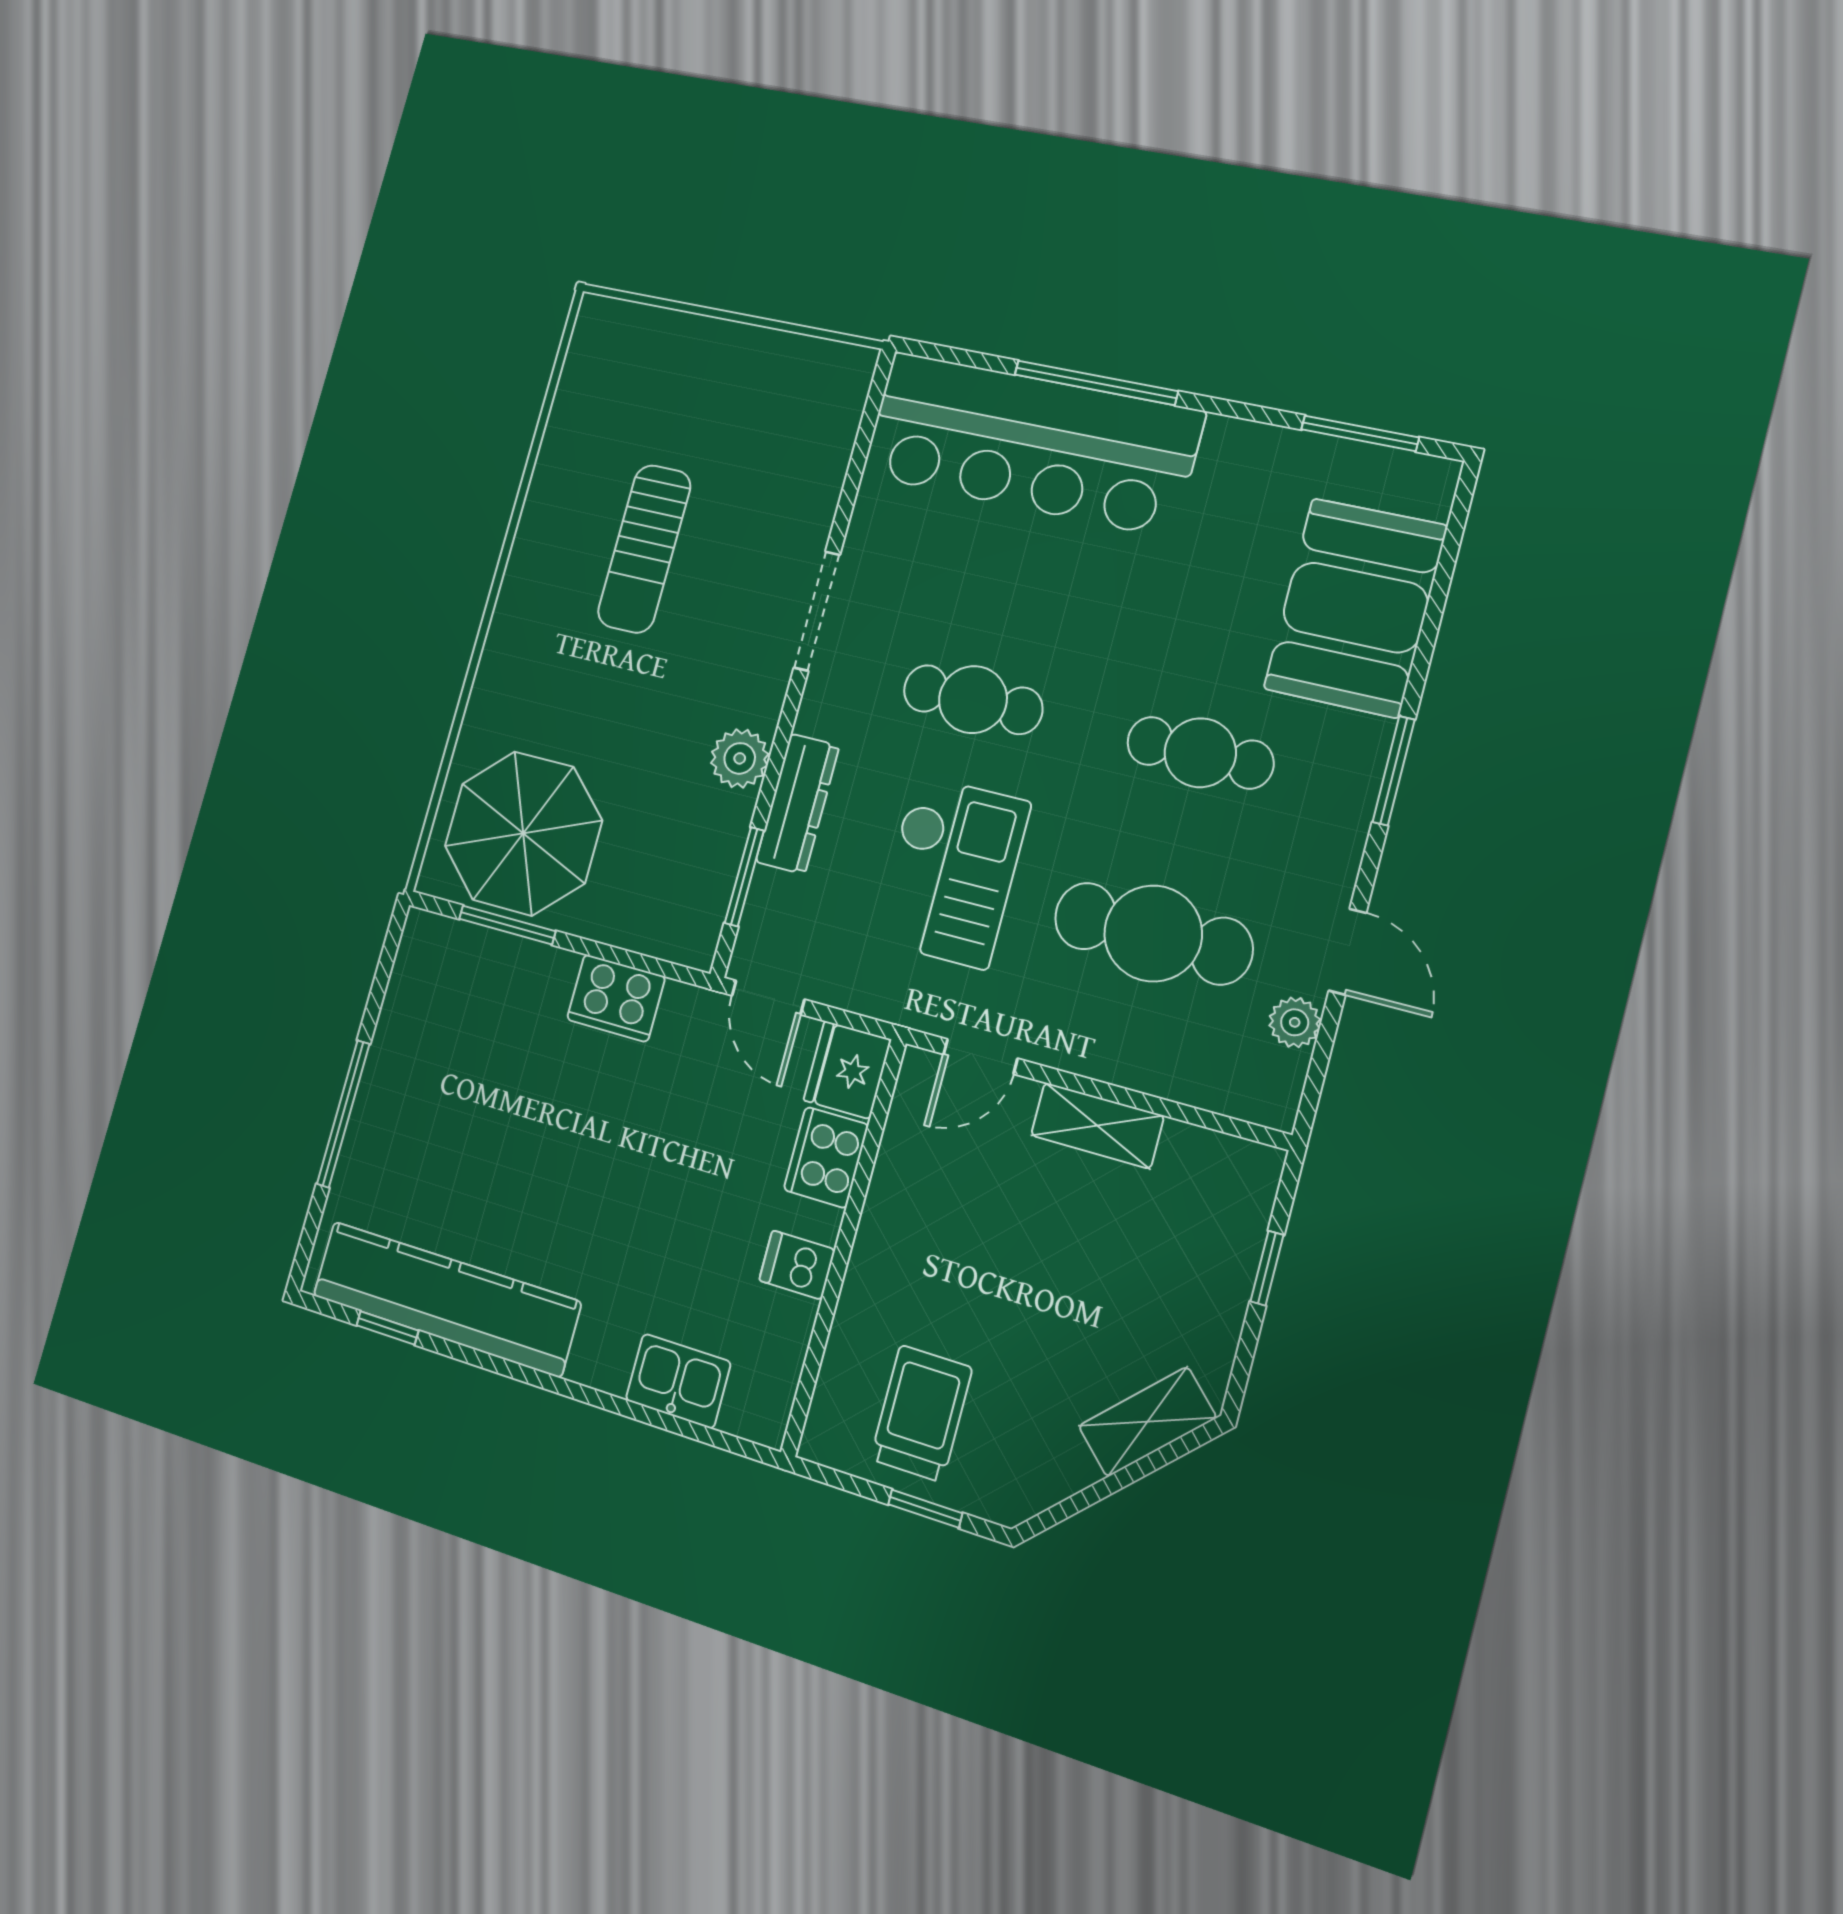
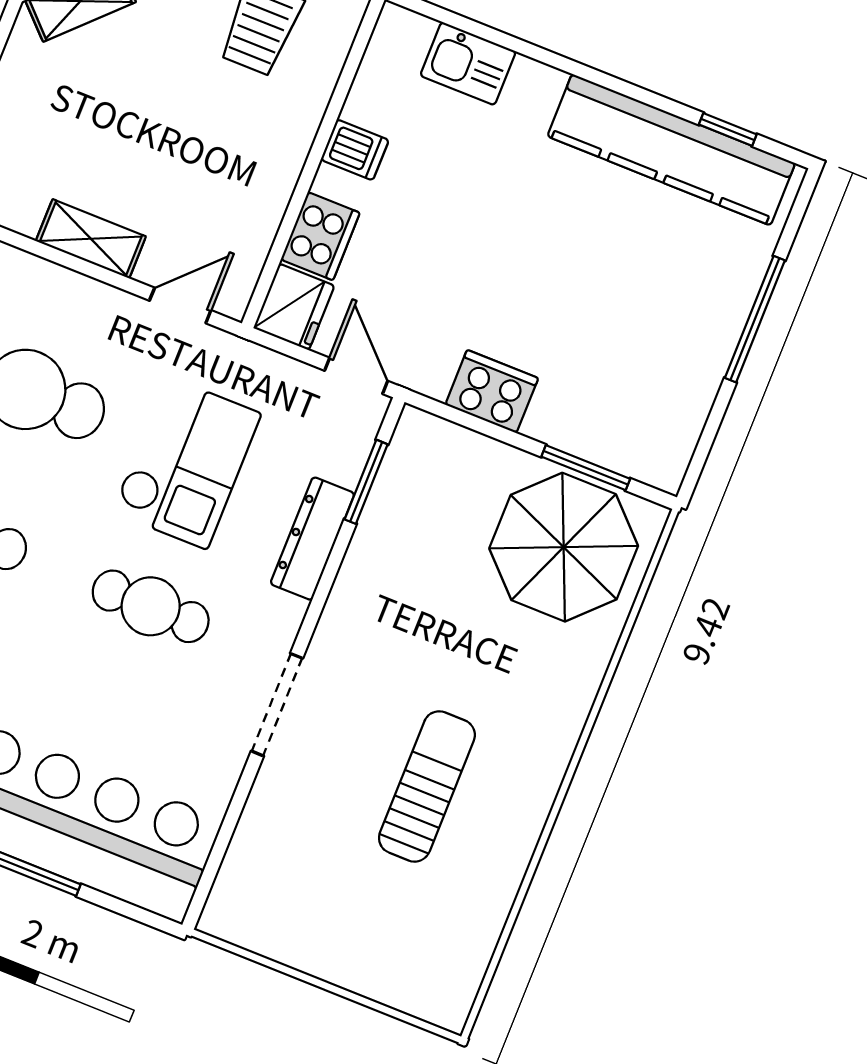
plant: (740, 758) -> (359, 585), removed
checkout: (951, 871) -> (187, 463), turned 180

